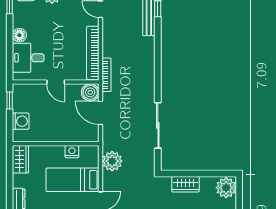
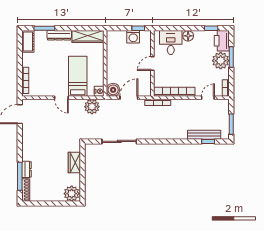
boiler: (90, 92) -> (113, 90), moved
washing machine: (21, 121) -> (133, 37), moved
nightstand: (72, 152) -> (99, 91), moved
wardrobe: (20, 159) -> (88, 37), width x1.50

